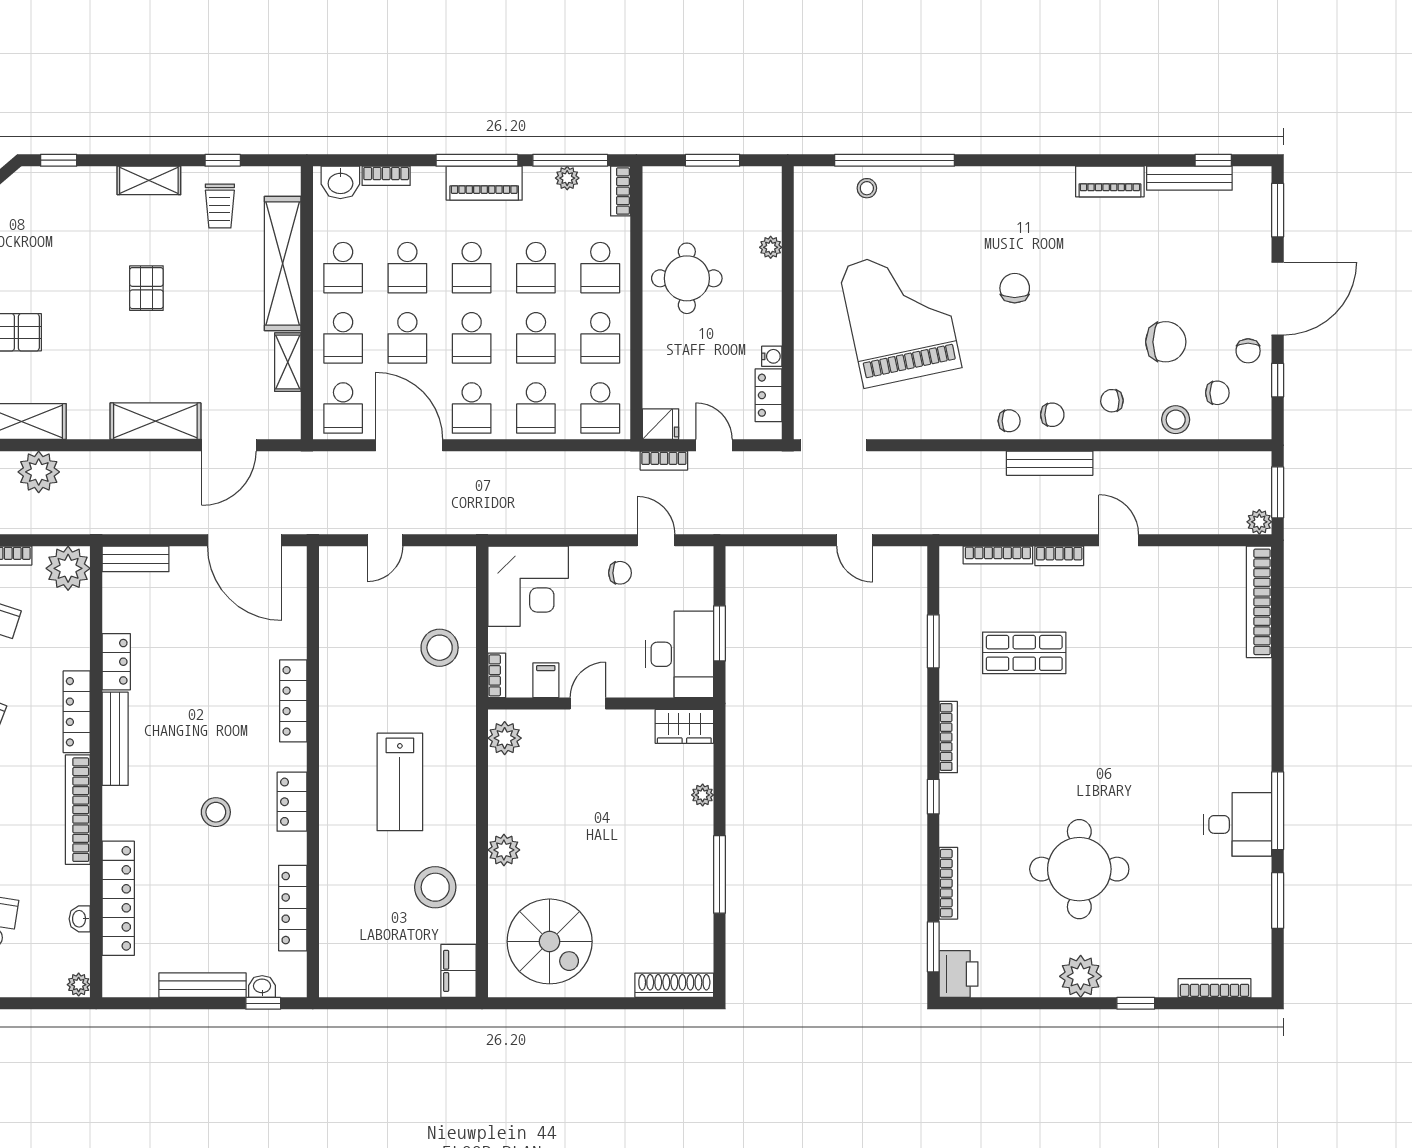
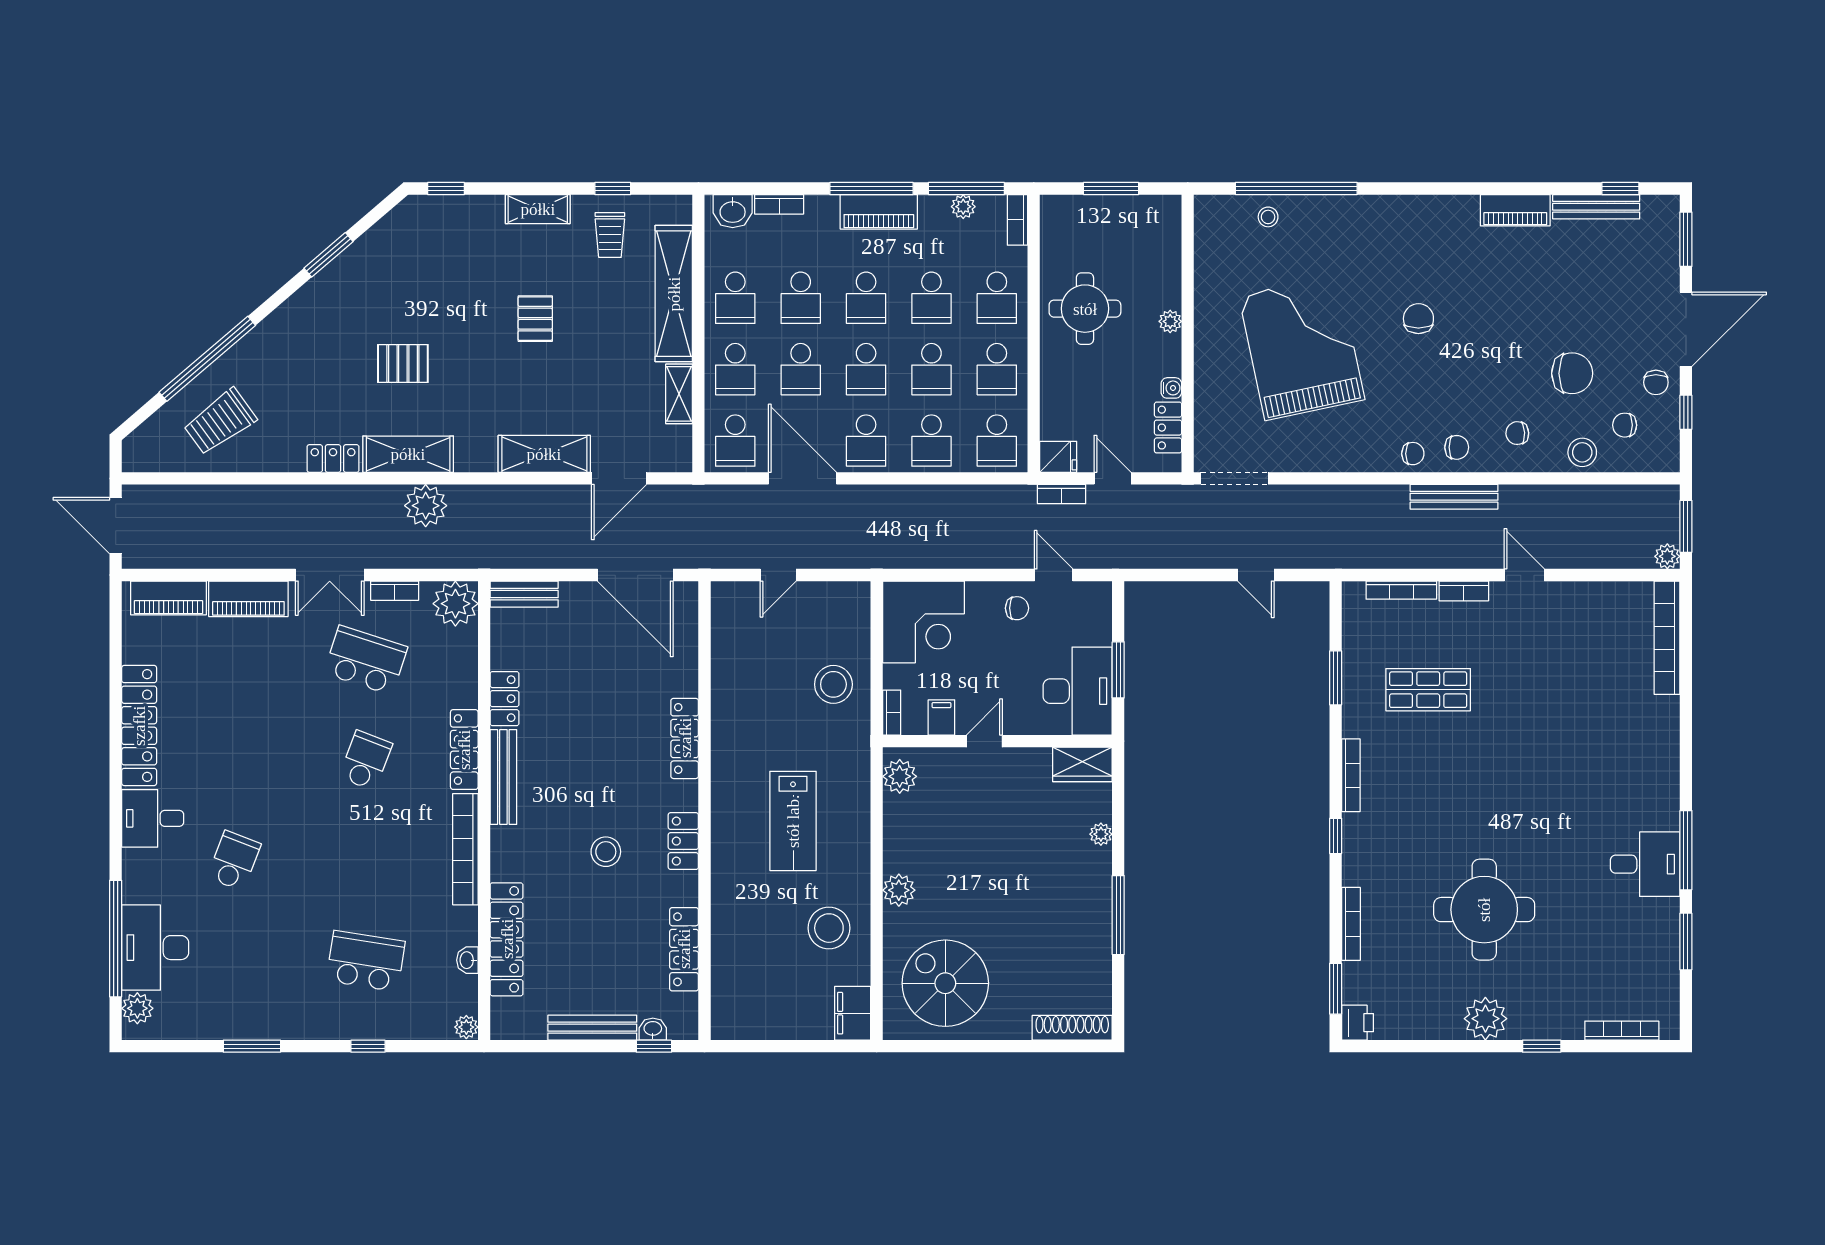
plant: (771, 247) -> (1170, 321), moved
chair: (1217, 393) -> (1625, 425), turned 180
spiral stairs: (550, 941) -> (945, 983), turned 180
printer: (959, 974) -> (1358, 1023), width x0.73, depth x0.81

